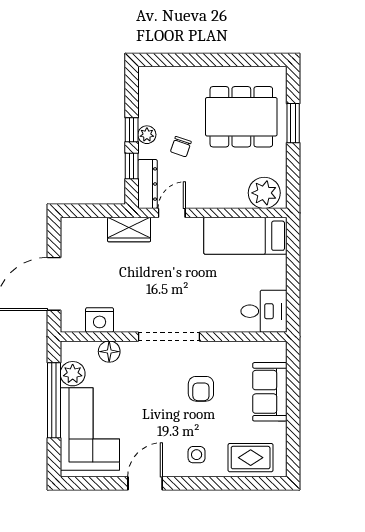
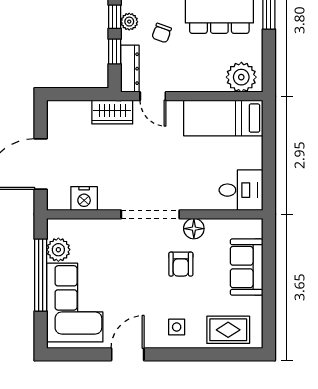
door: (172, 213) -> (153, 96), swing flipped
floor lamp: (109, 352) -> (194, 229), moved

